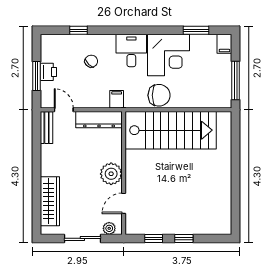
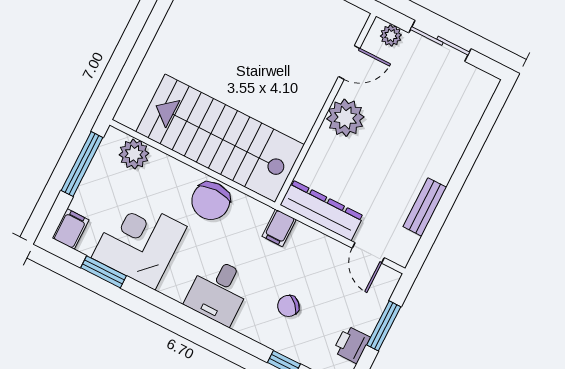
corner desk: (169, 55) -> (139, 242), moved
printer: (48, 72) -> (351, 344), moved
chair: (159, 95) -> (211, 201), turned -90
plant: (211, 99) -> (134, 154), added
bench: (47, 128) -> (425, 207), moved
wardrobe: (50, 201) -> (461, 123), removed

